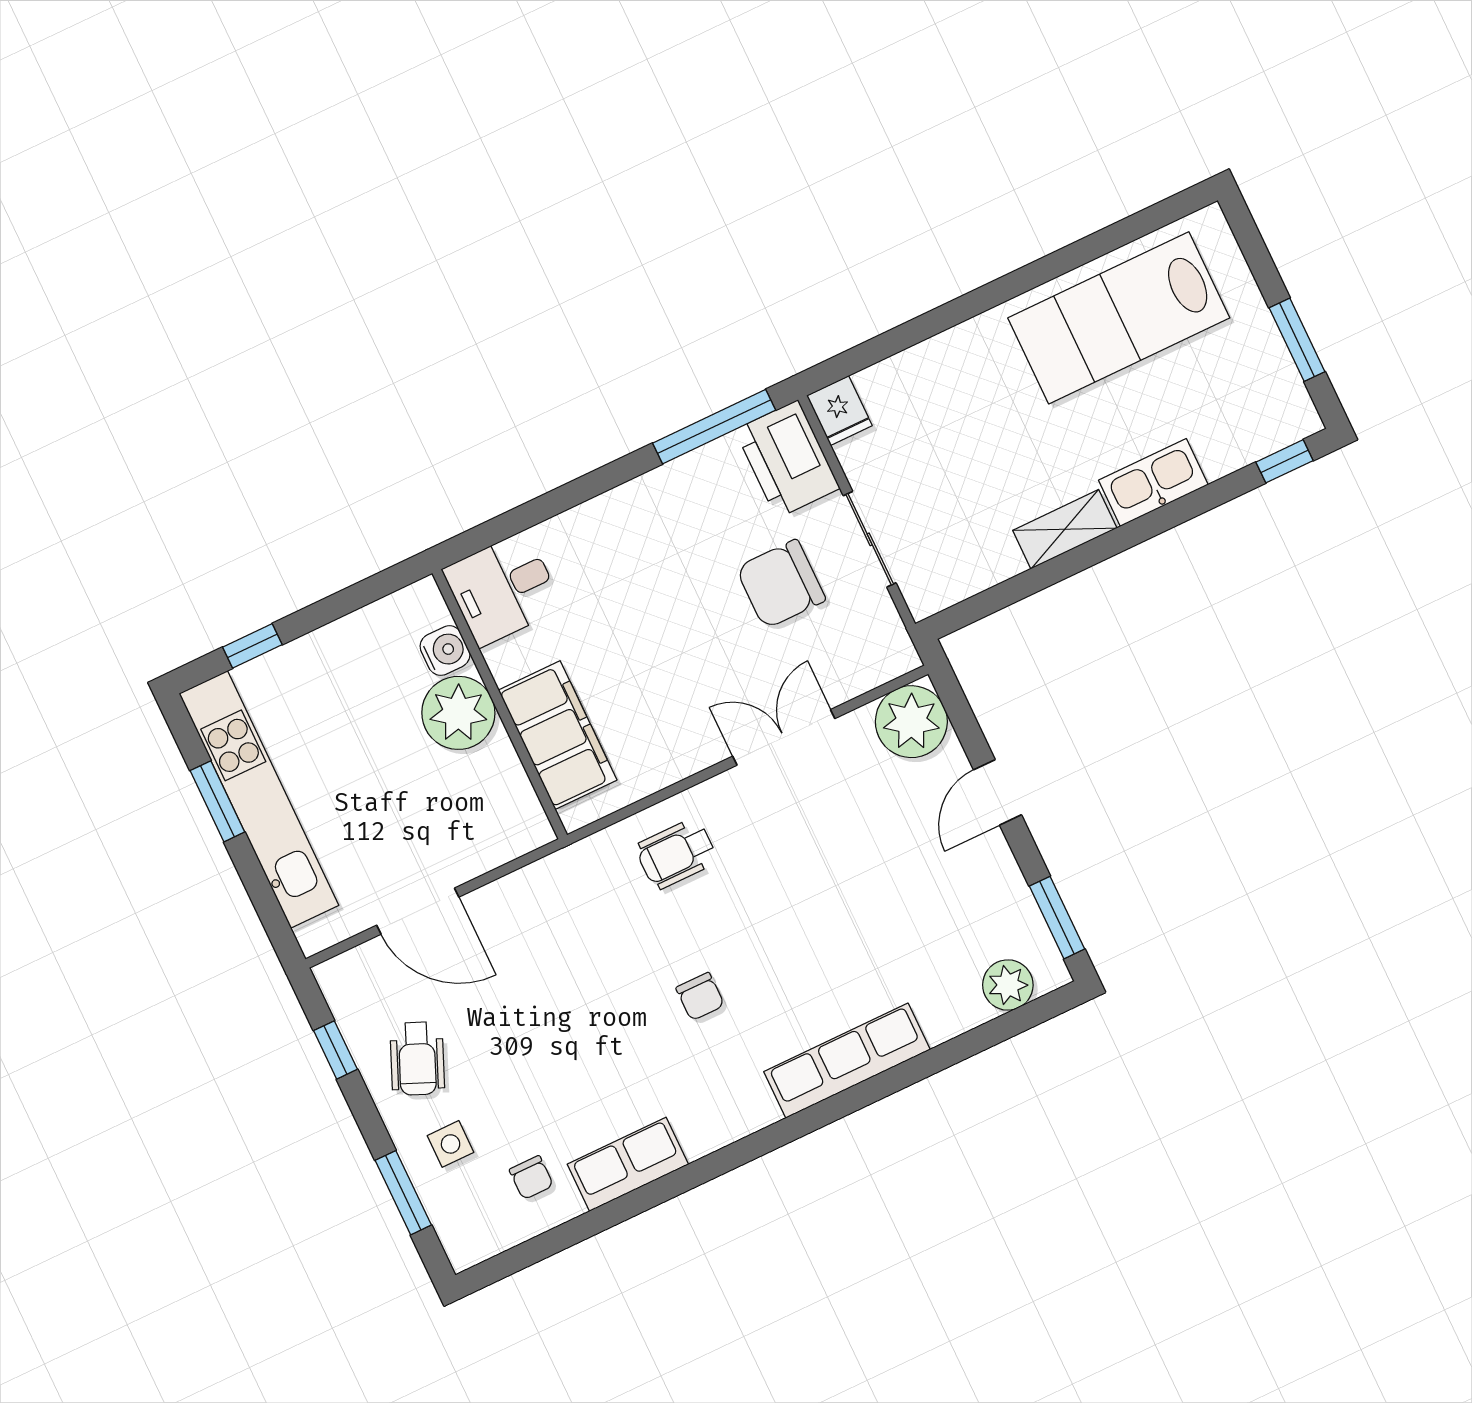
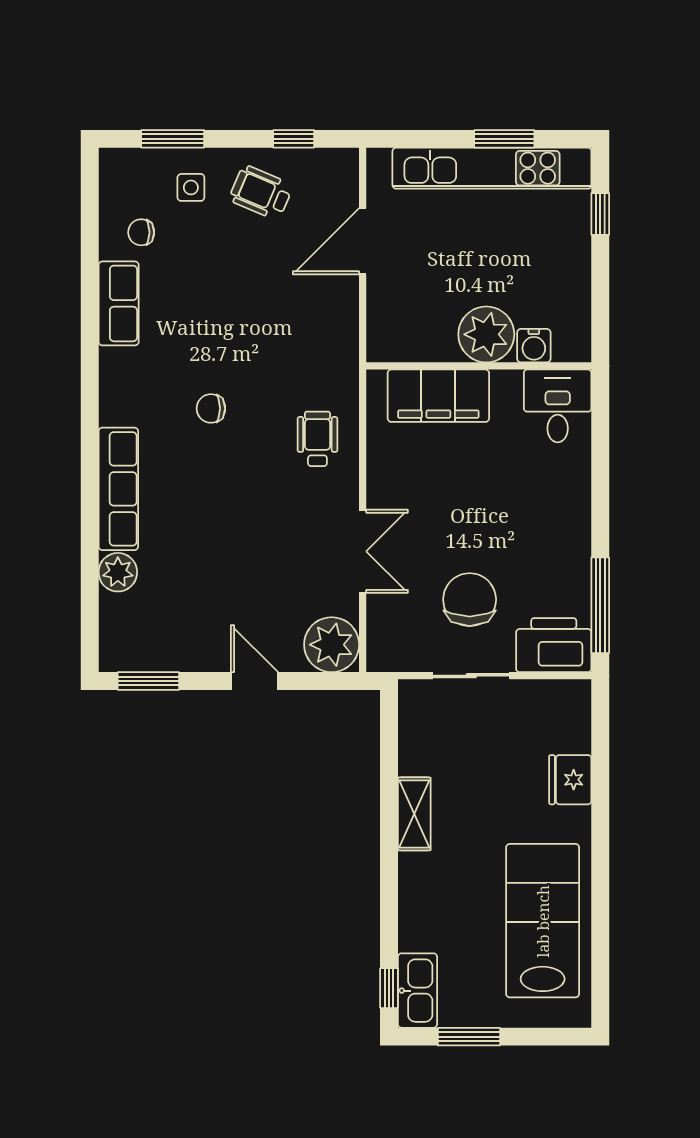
fridge: (839, 411) -> (570, 780), moved, width x1.38
kitchen sink: (1153, 482) -> (417, 991), moved
plant: (1008, 985) -> (118, 572), moved

